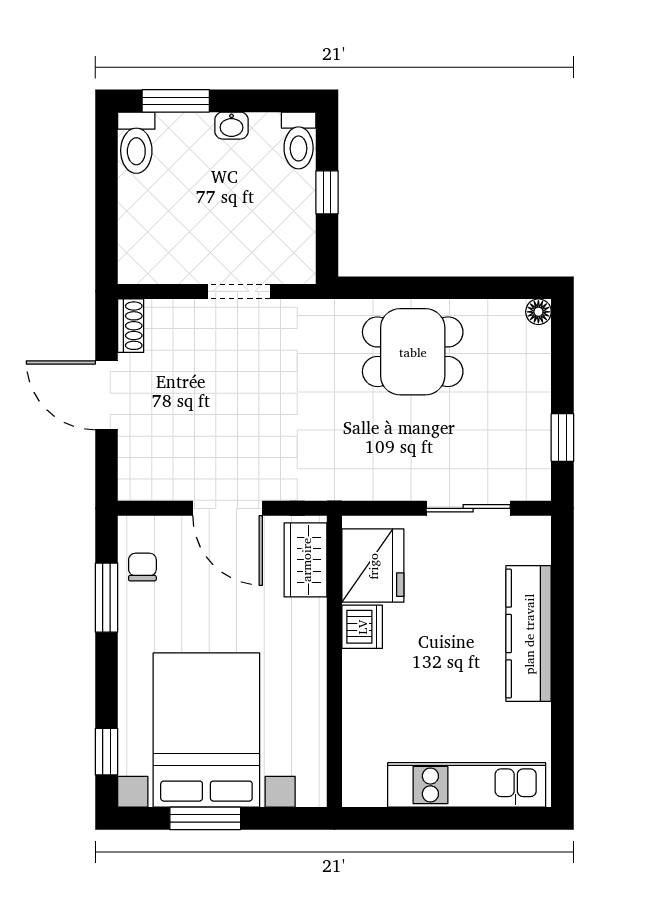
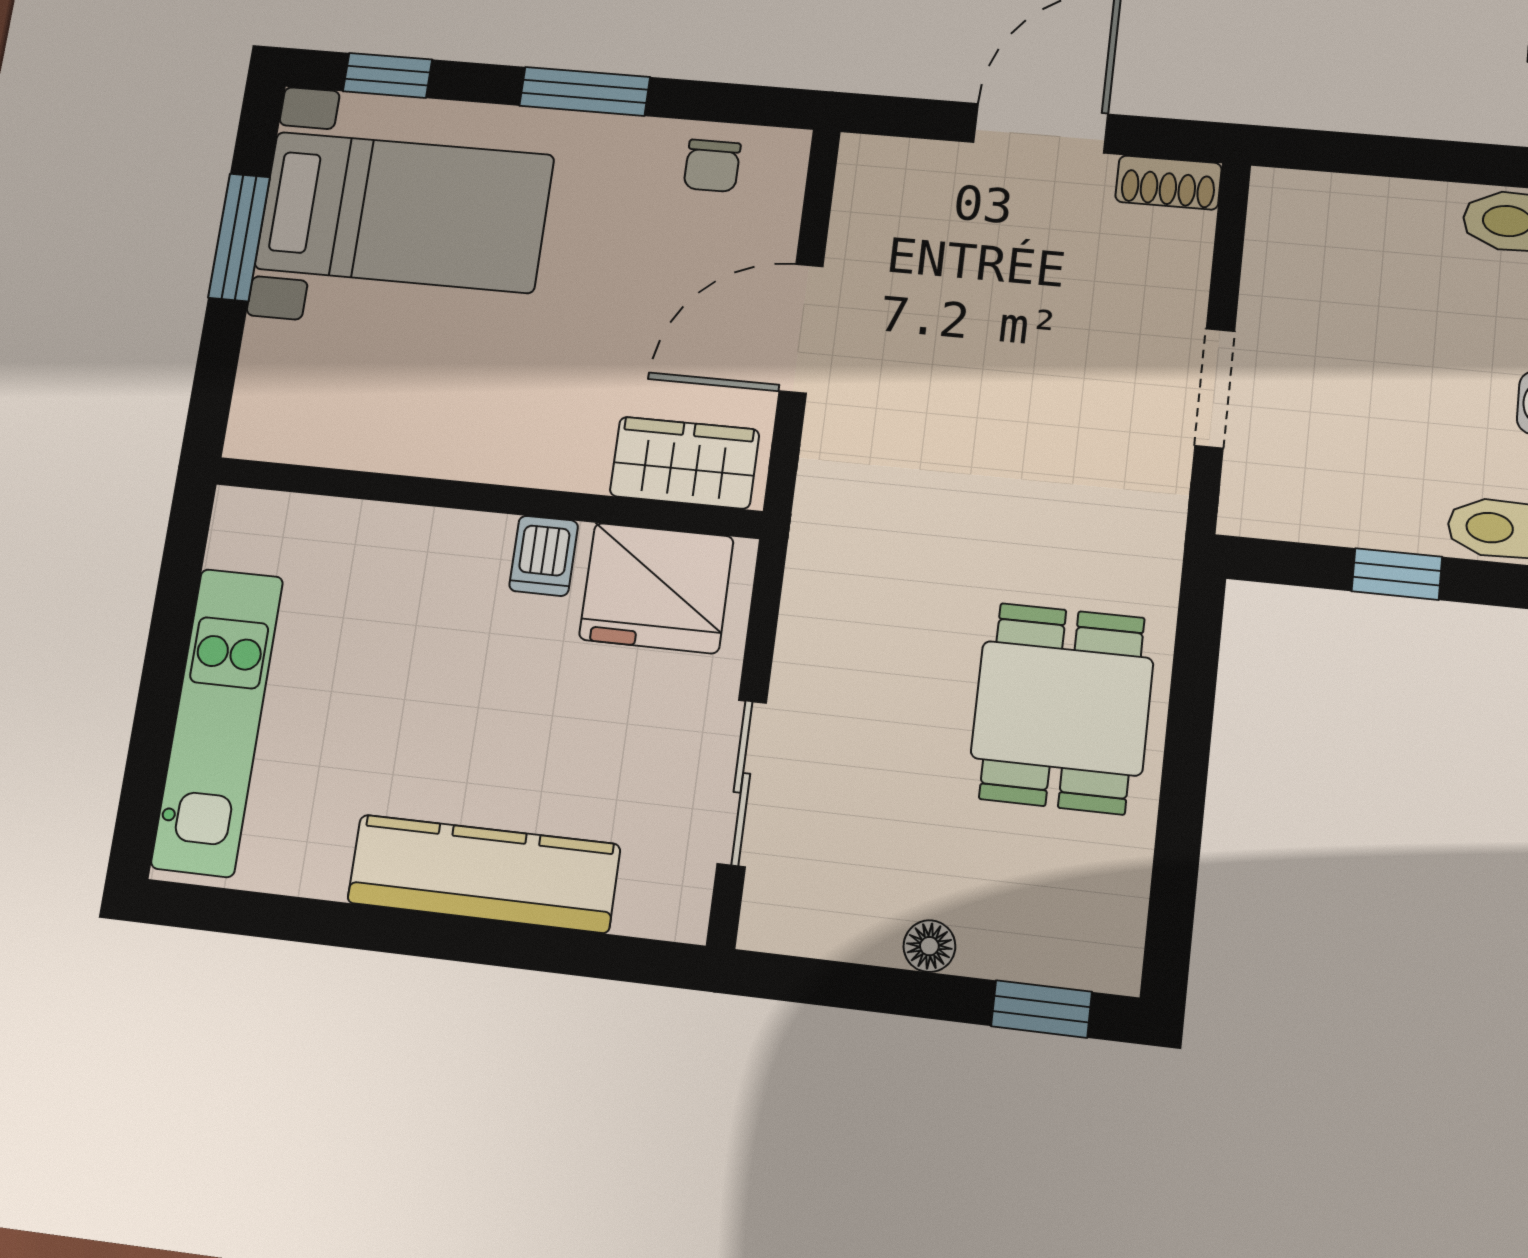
floor lamp: (538, 312) -> (929, 946), moved
window: (562, 437) -> (1041, 1009), moved
chair: (142, 567) -> (712, 166), turned 90
window: (106, 598) -> (585, 91), moved
dishwasher: (362, 627) -> (544, 556), width x0.73
bed with nightstands: (206, 730) -> (404, 212), width x0.73

